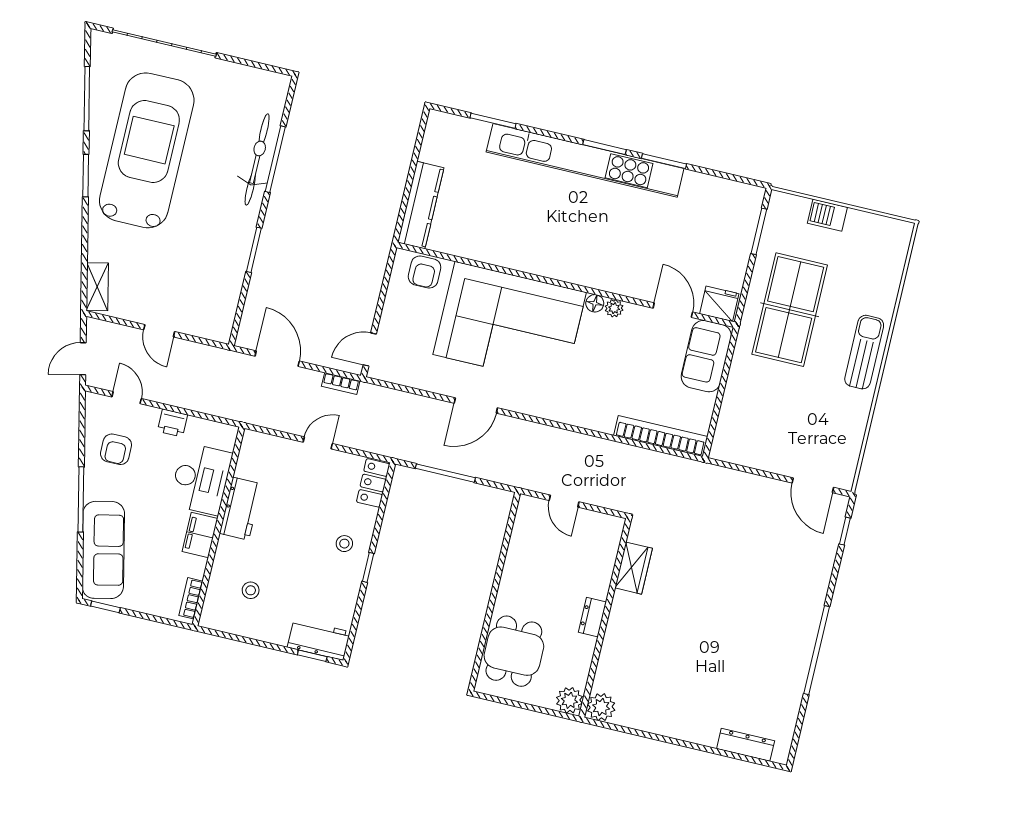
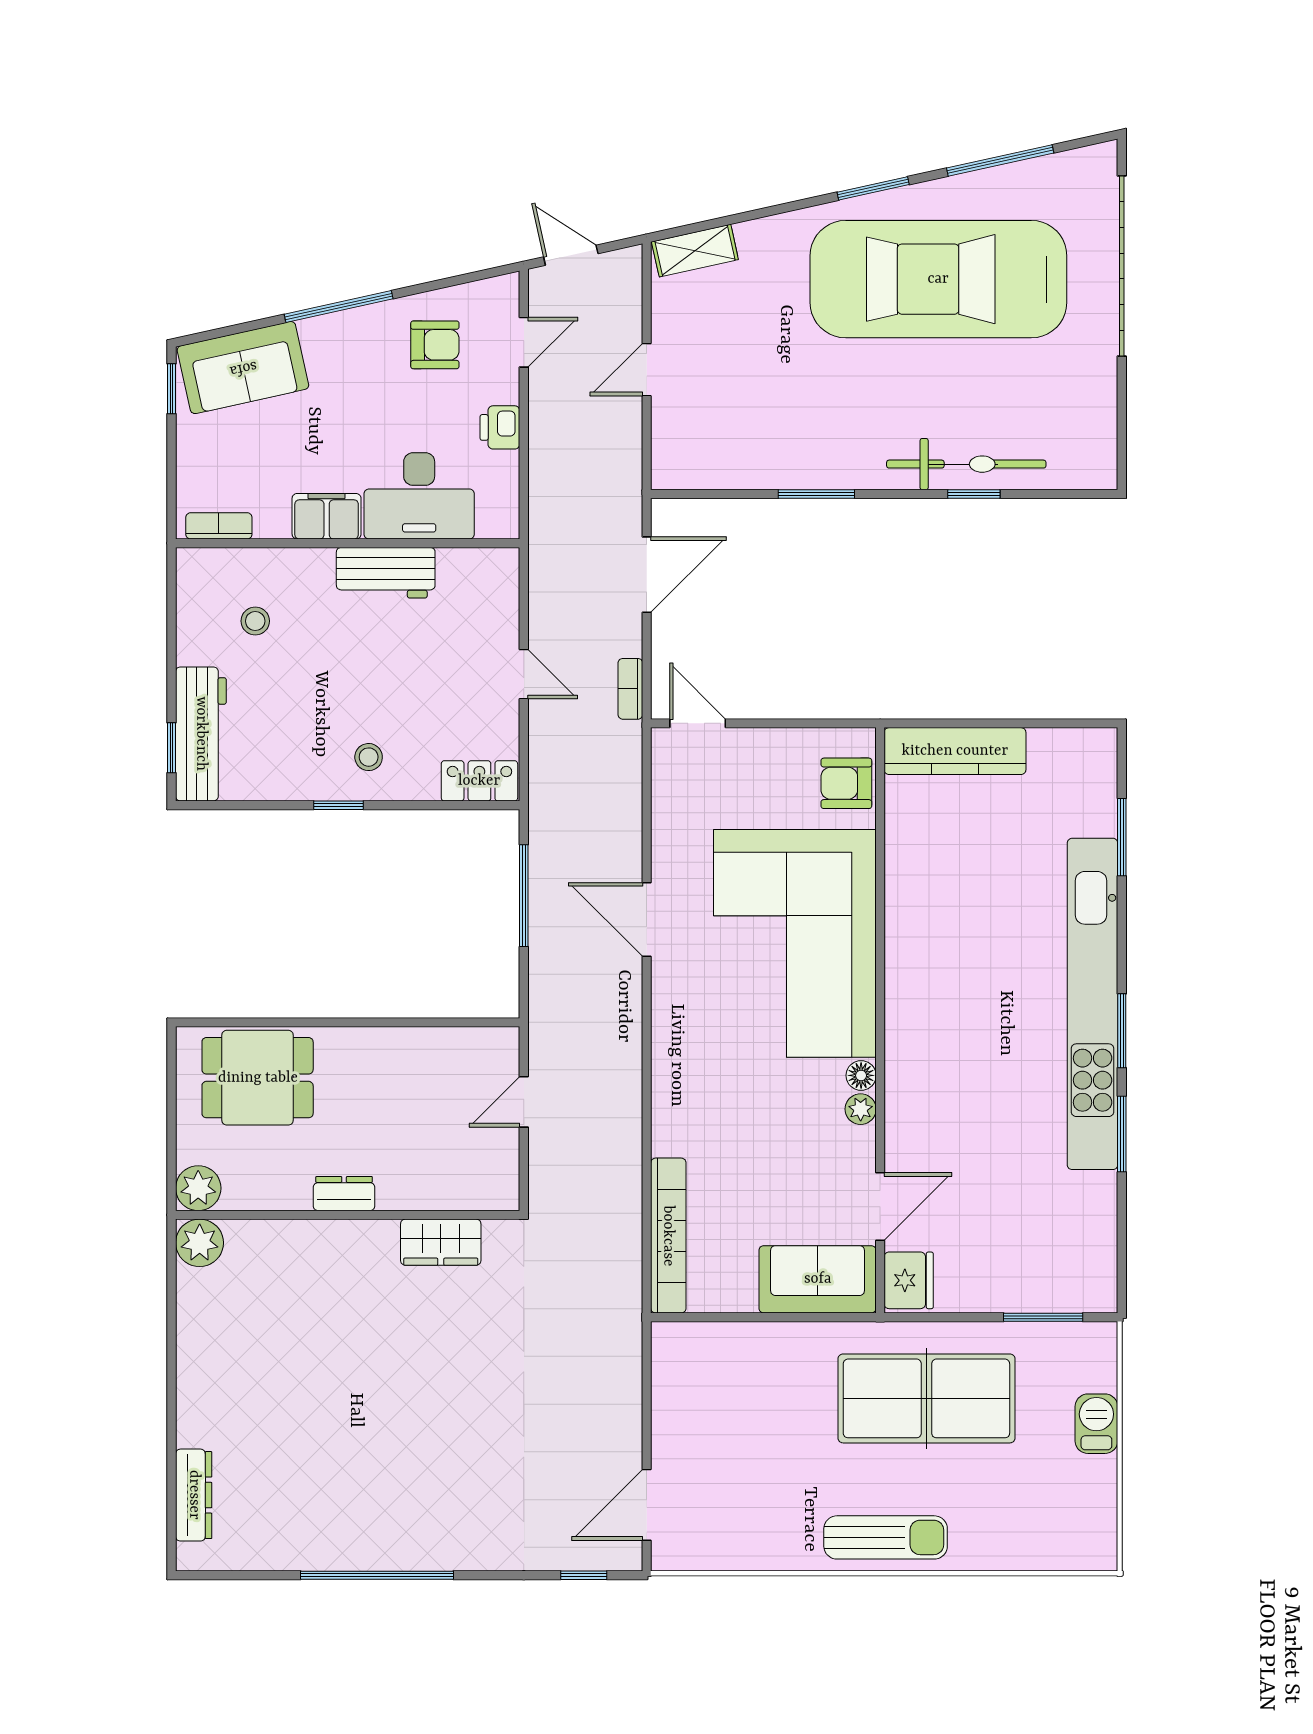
car: (147, 150) -> (938, 279), turned 180
window: (275, 159) -> (974, 494), width x0.46
armchair: (116, 449) -> (435, 345), turned 180
sofa: (103, 550) -> (243, 368), width x0.73
workbench: (319, 639) -> (201, 734), width x1.38

